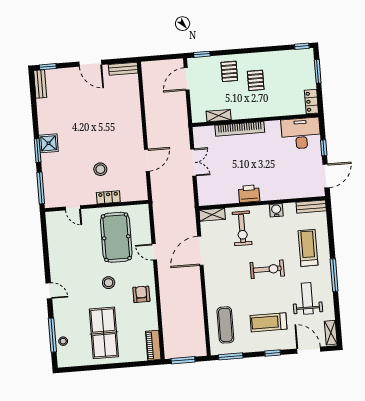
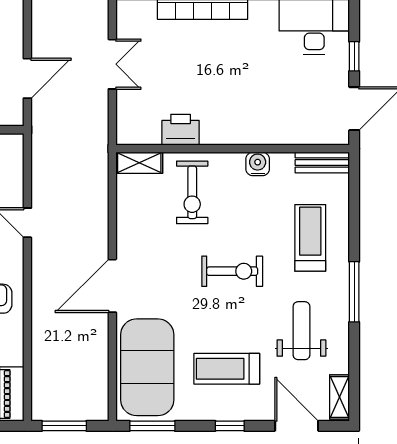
door: (147, 160) -> (27, 78), moved
printer: (249, 194) -> (181, 130), moved
door: (200, 251) -> (112, 286), moved
exercise mat: (225, 325) -> (147, 367), width x2.00, depth x1.45

